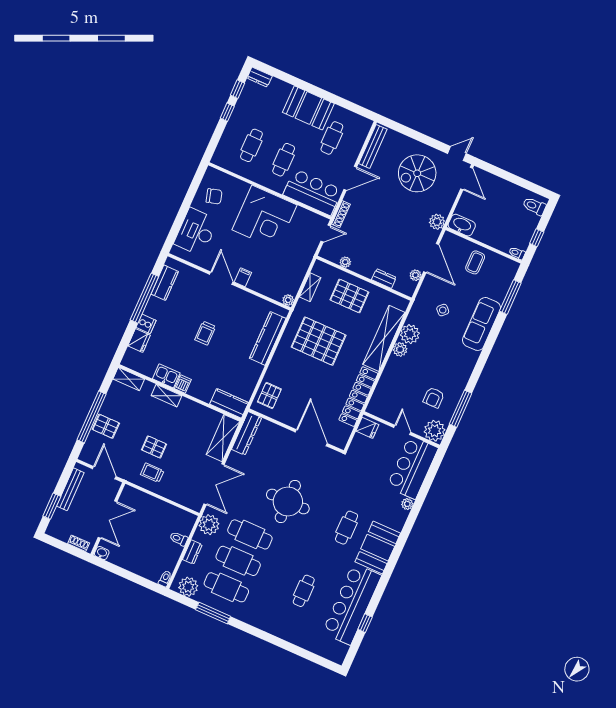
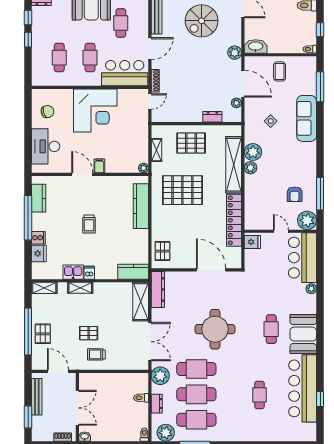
plant: (345, 262) -> (176, 117), removed
pallet: (106, 426) -> (43, 334), turned 90

